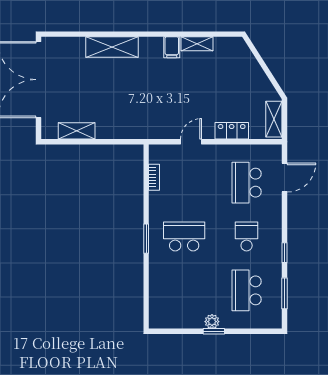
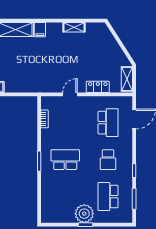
filing cabinet: (172, 47) -> (40, 30), moved
school desk: (247, 183) -> (108, 123), turned 180
school desk: (247, 237) -> (108, 160), turned 180
plant: (212, 322) -> (84, 214), width x1.87, depth x1.87

